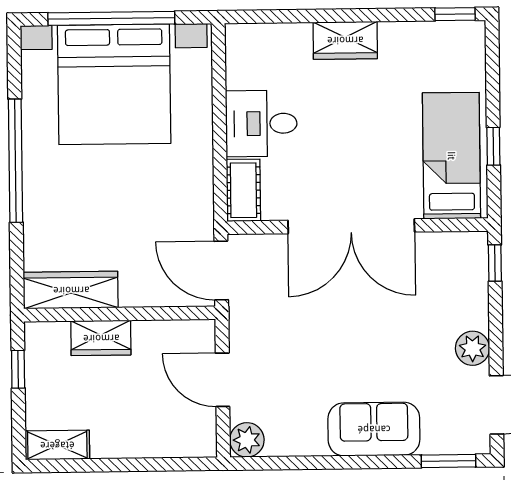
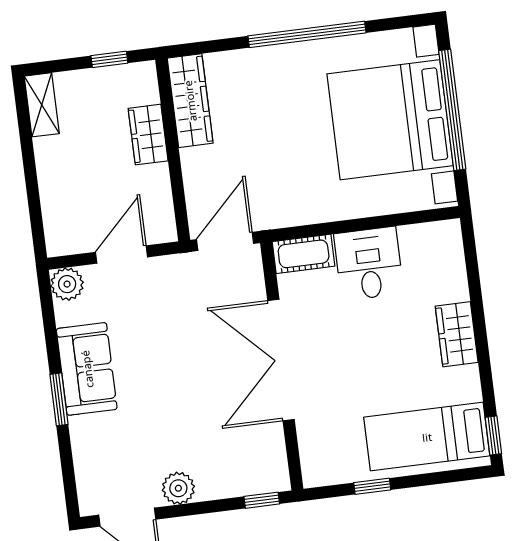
bed: (451, 156) -> (427, 437), moved, turned 180
sofa: (374, 429) -> (87, 369), moved
window: (449, 461) -> (59, 399), moved

